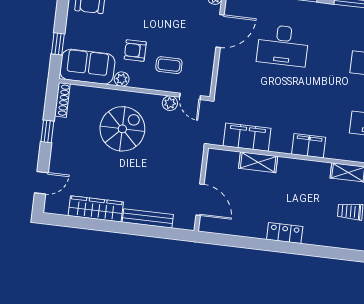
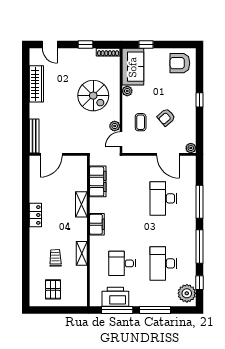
armchair: (135, 50) -> (166, 117), moved, turned -131
shelving: (258, 162) -> (81, 204), moved
bench: (148, 218) -> (34, 136), moved

